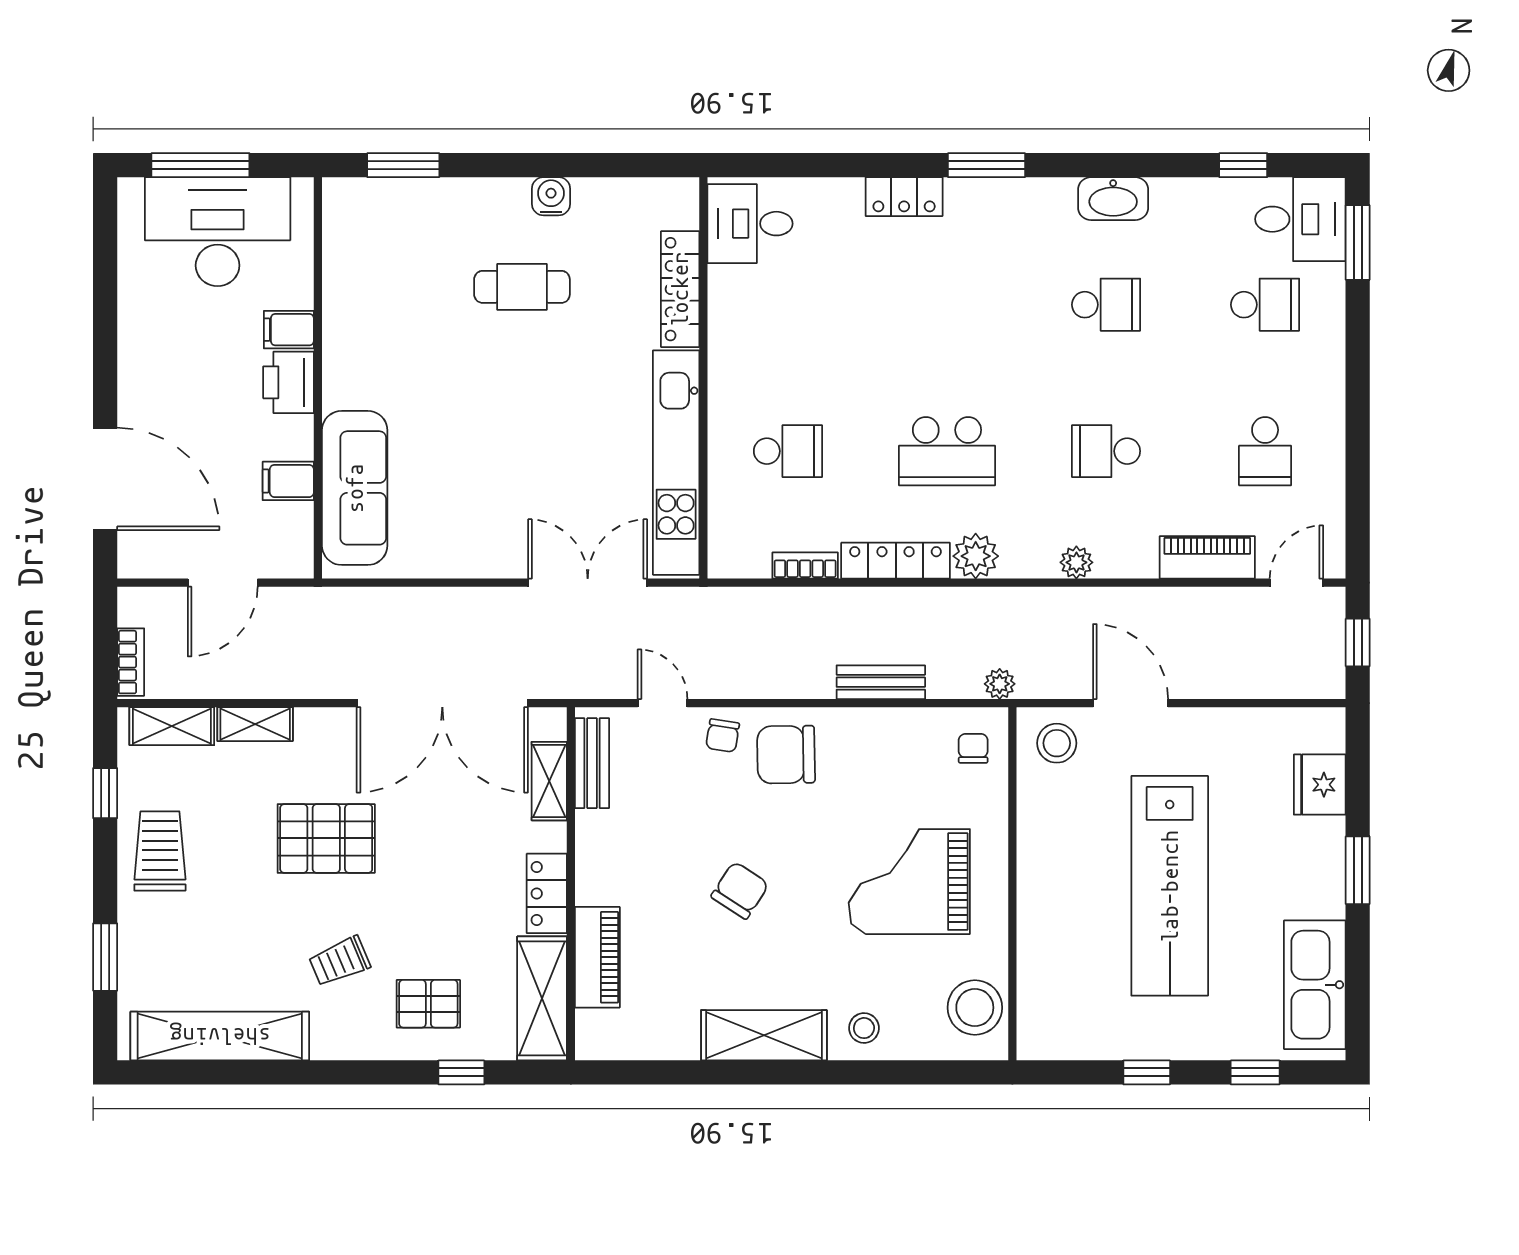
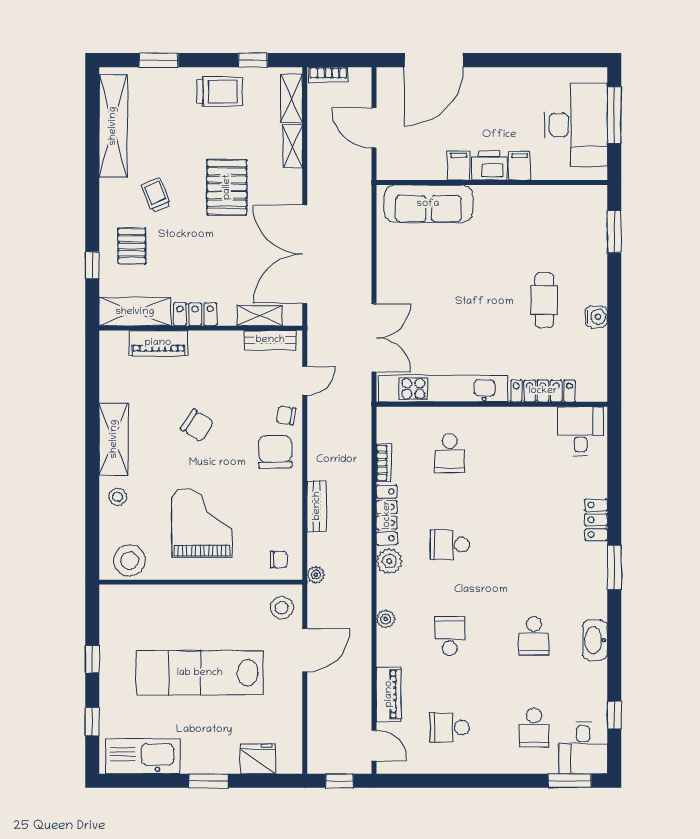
school desk: (947, 451) -> (450, 544), width x0.54
filing cabinet: (288, 481) -> (459, 165), moved

